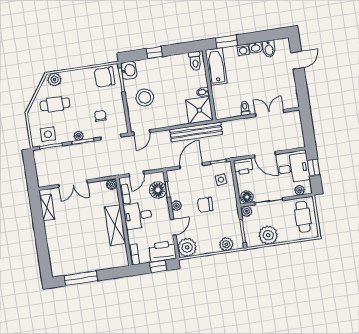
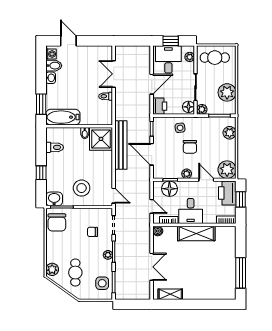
washing machine: (243, 50) -> (51, 54), moved
toilet: (195, 61) -> (55, 147), moved
side table: (221, 180) -> (180, 128), moved

